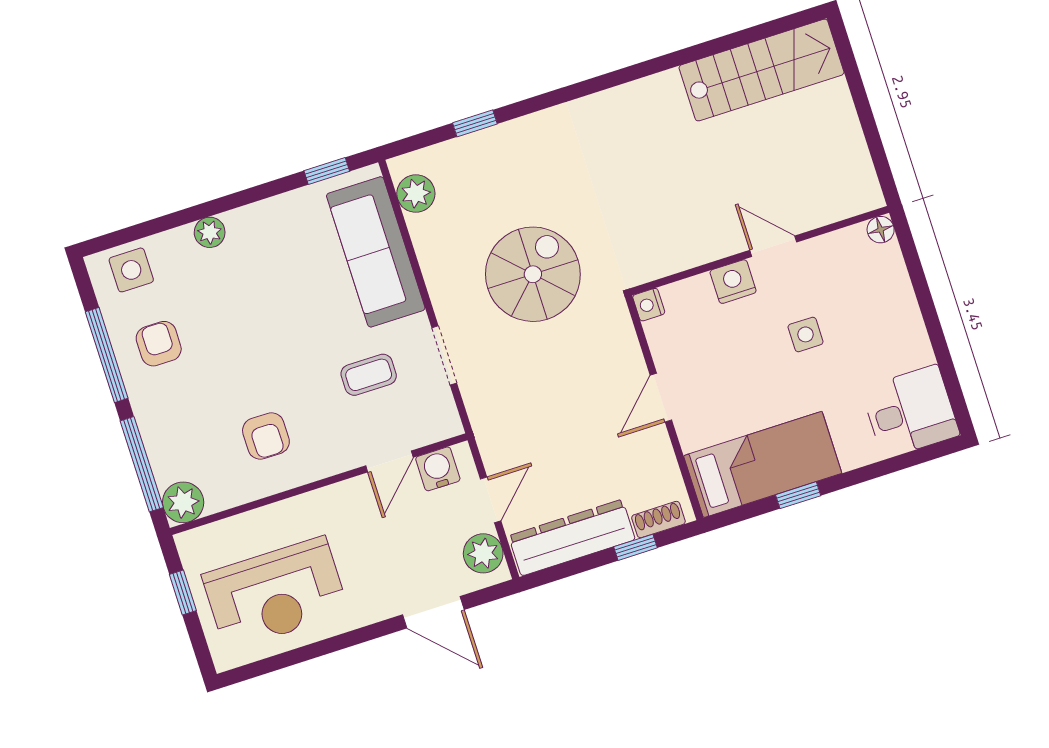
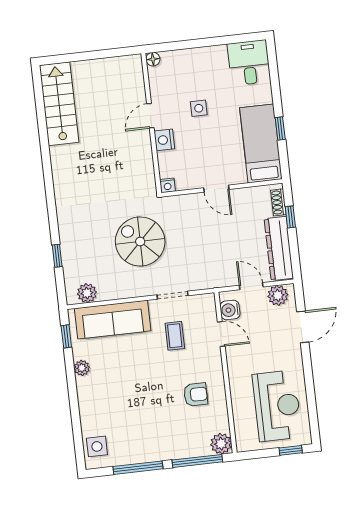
plant: (210, 232) -> (82, 368), moved
armchair: (159, 344) -> (137, 440), removed
window: (183, 592) -> (291, 450), moved

